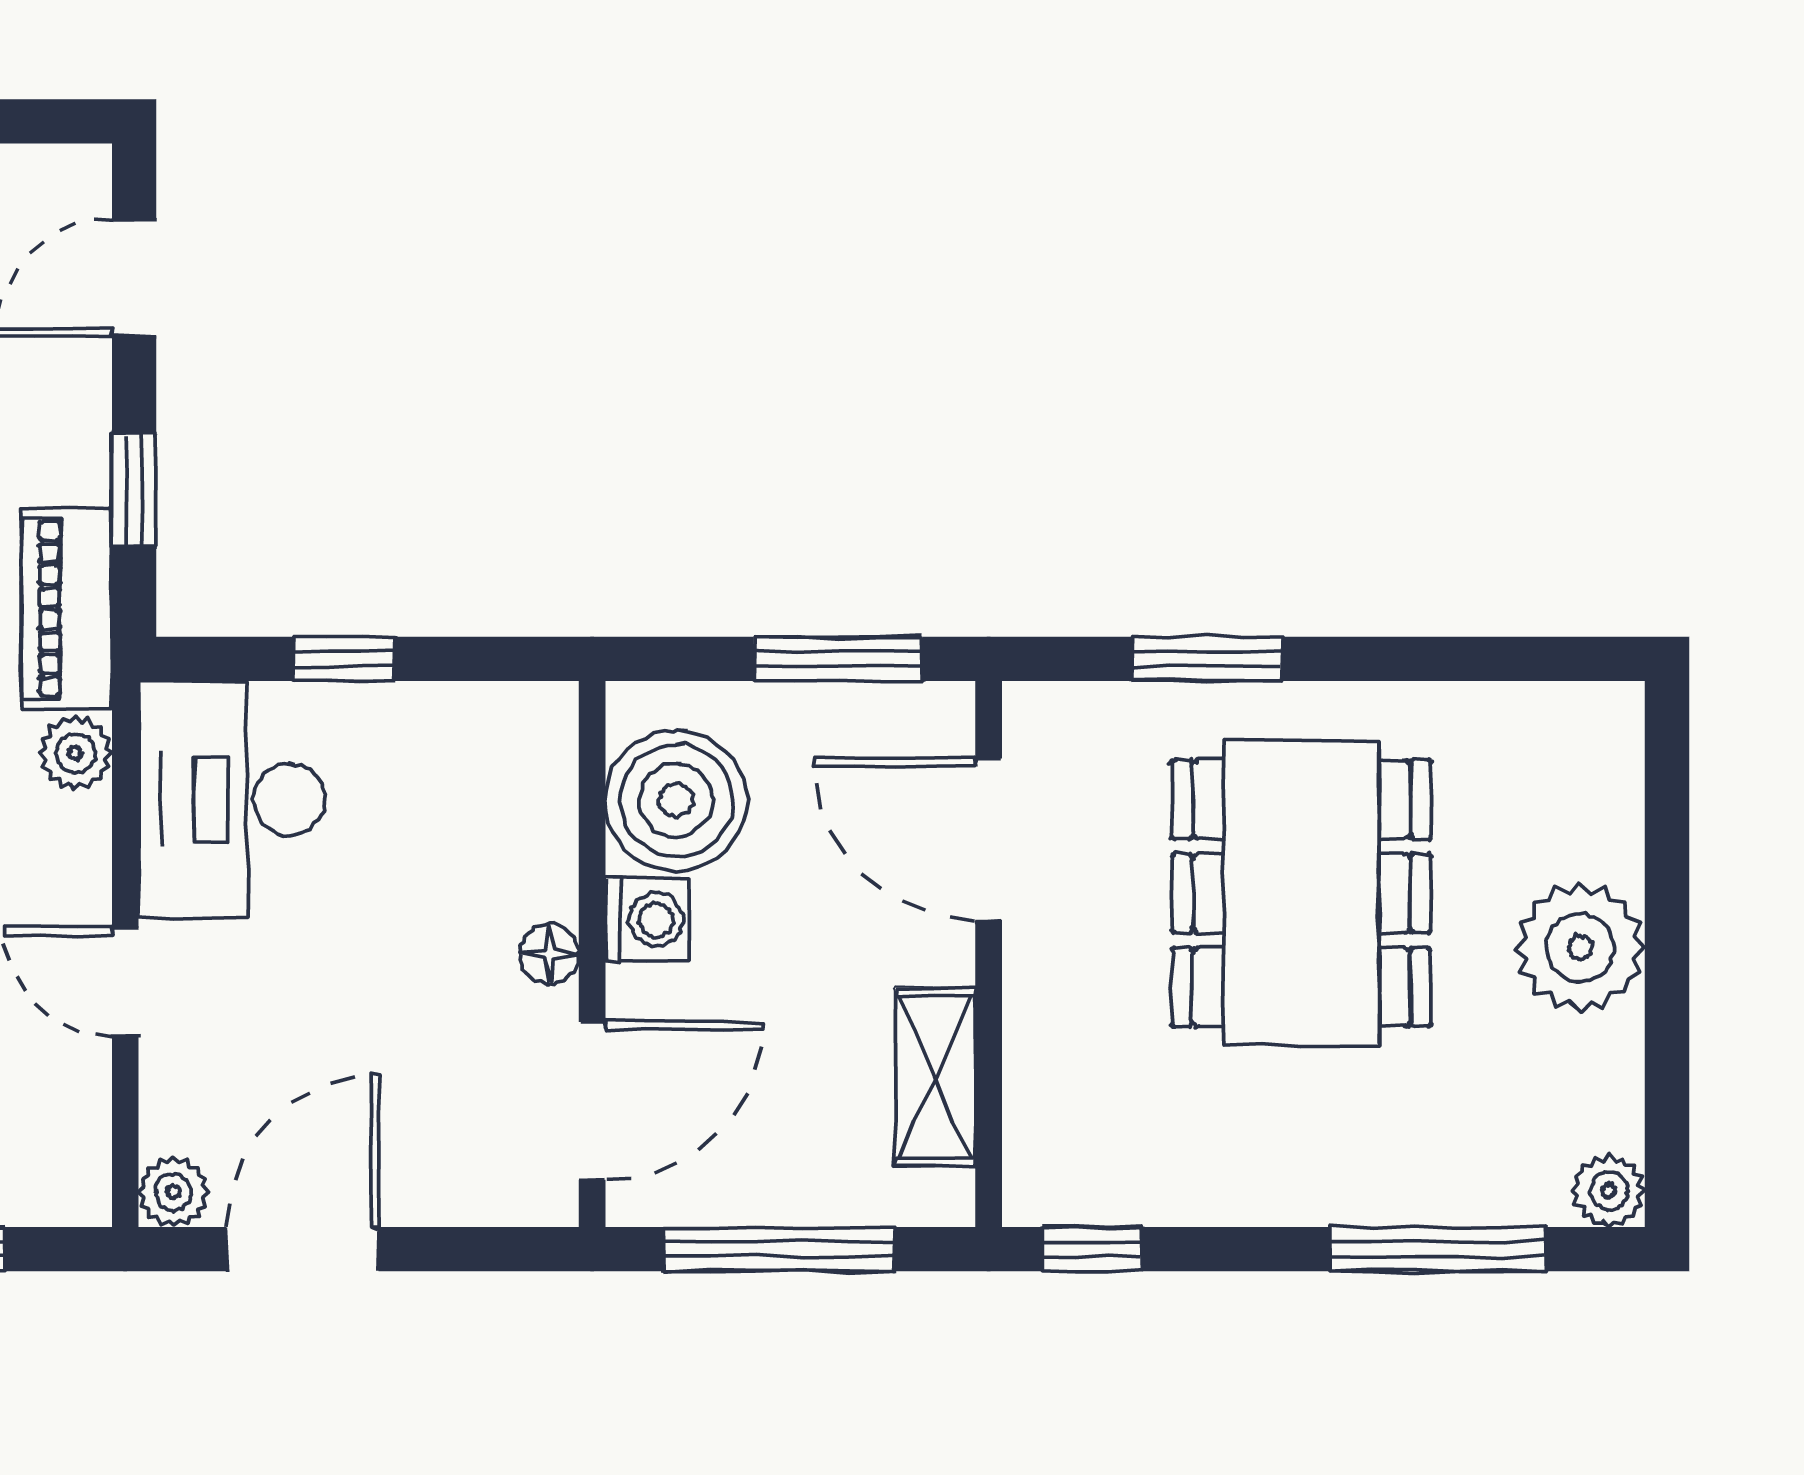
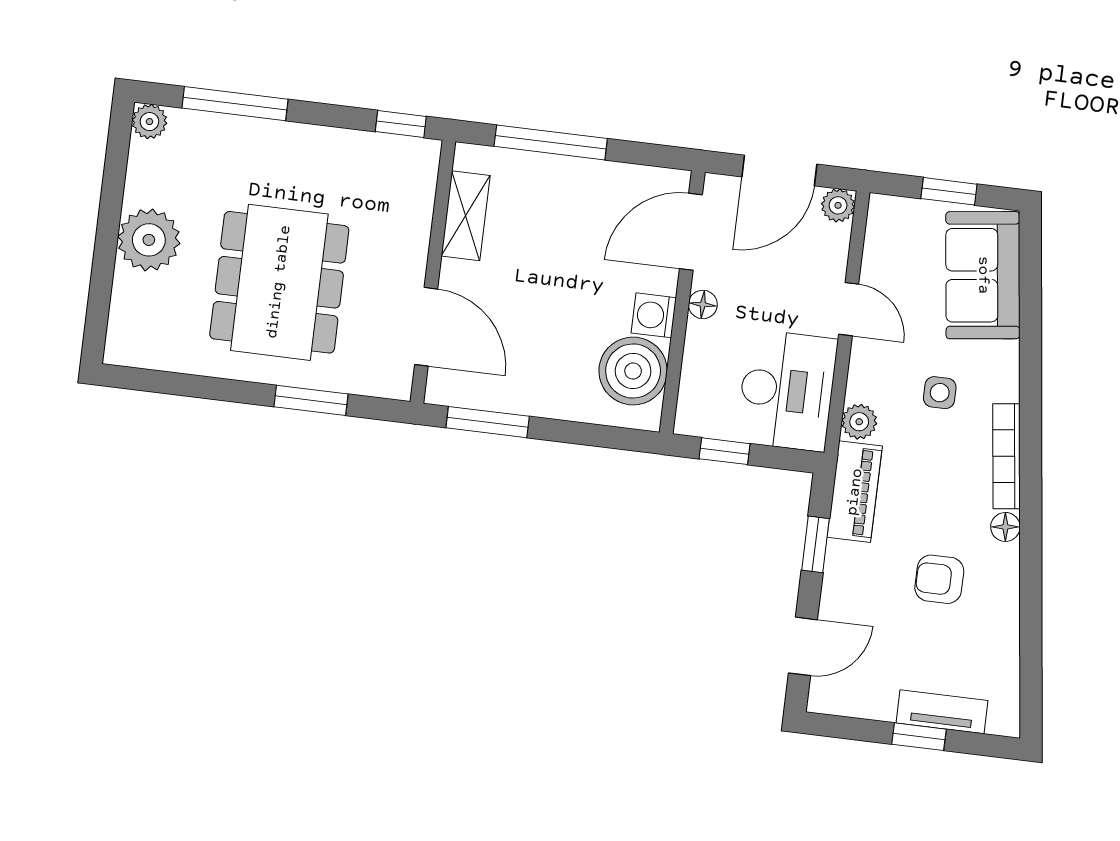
boiler: (676, 800) -> (633, 371), moved
washing machine: (647, 920) -> (654, 315), moved
wall: (592, 954) -> (682, 302), moved
floor lamp: (549, 955) -> (703, 304), moved
door: (592, 1101) -> (691, 232), moved

